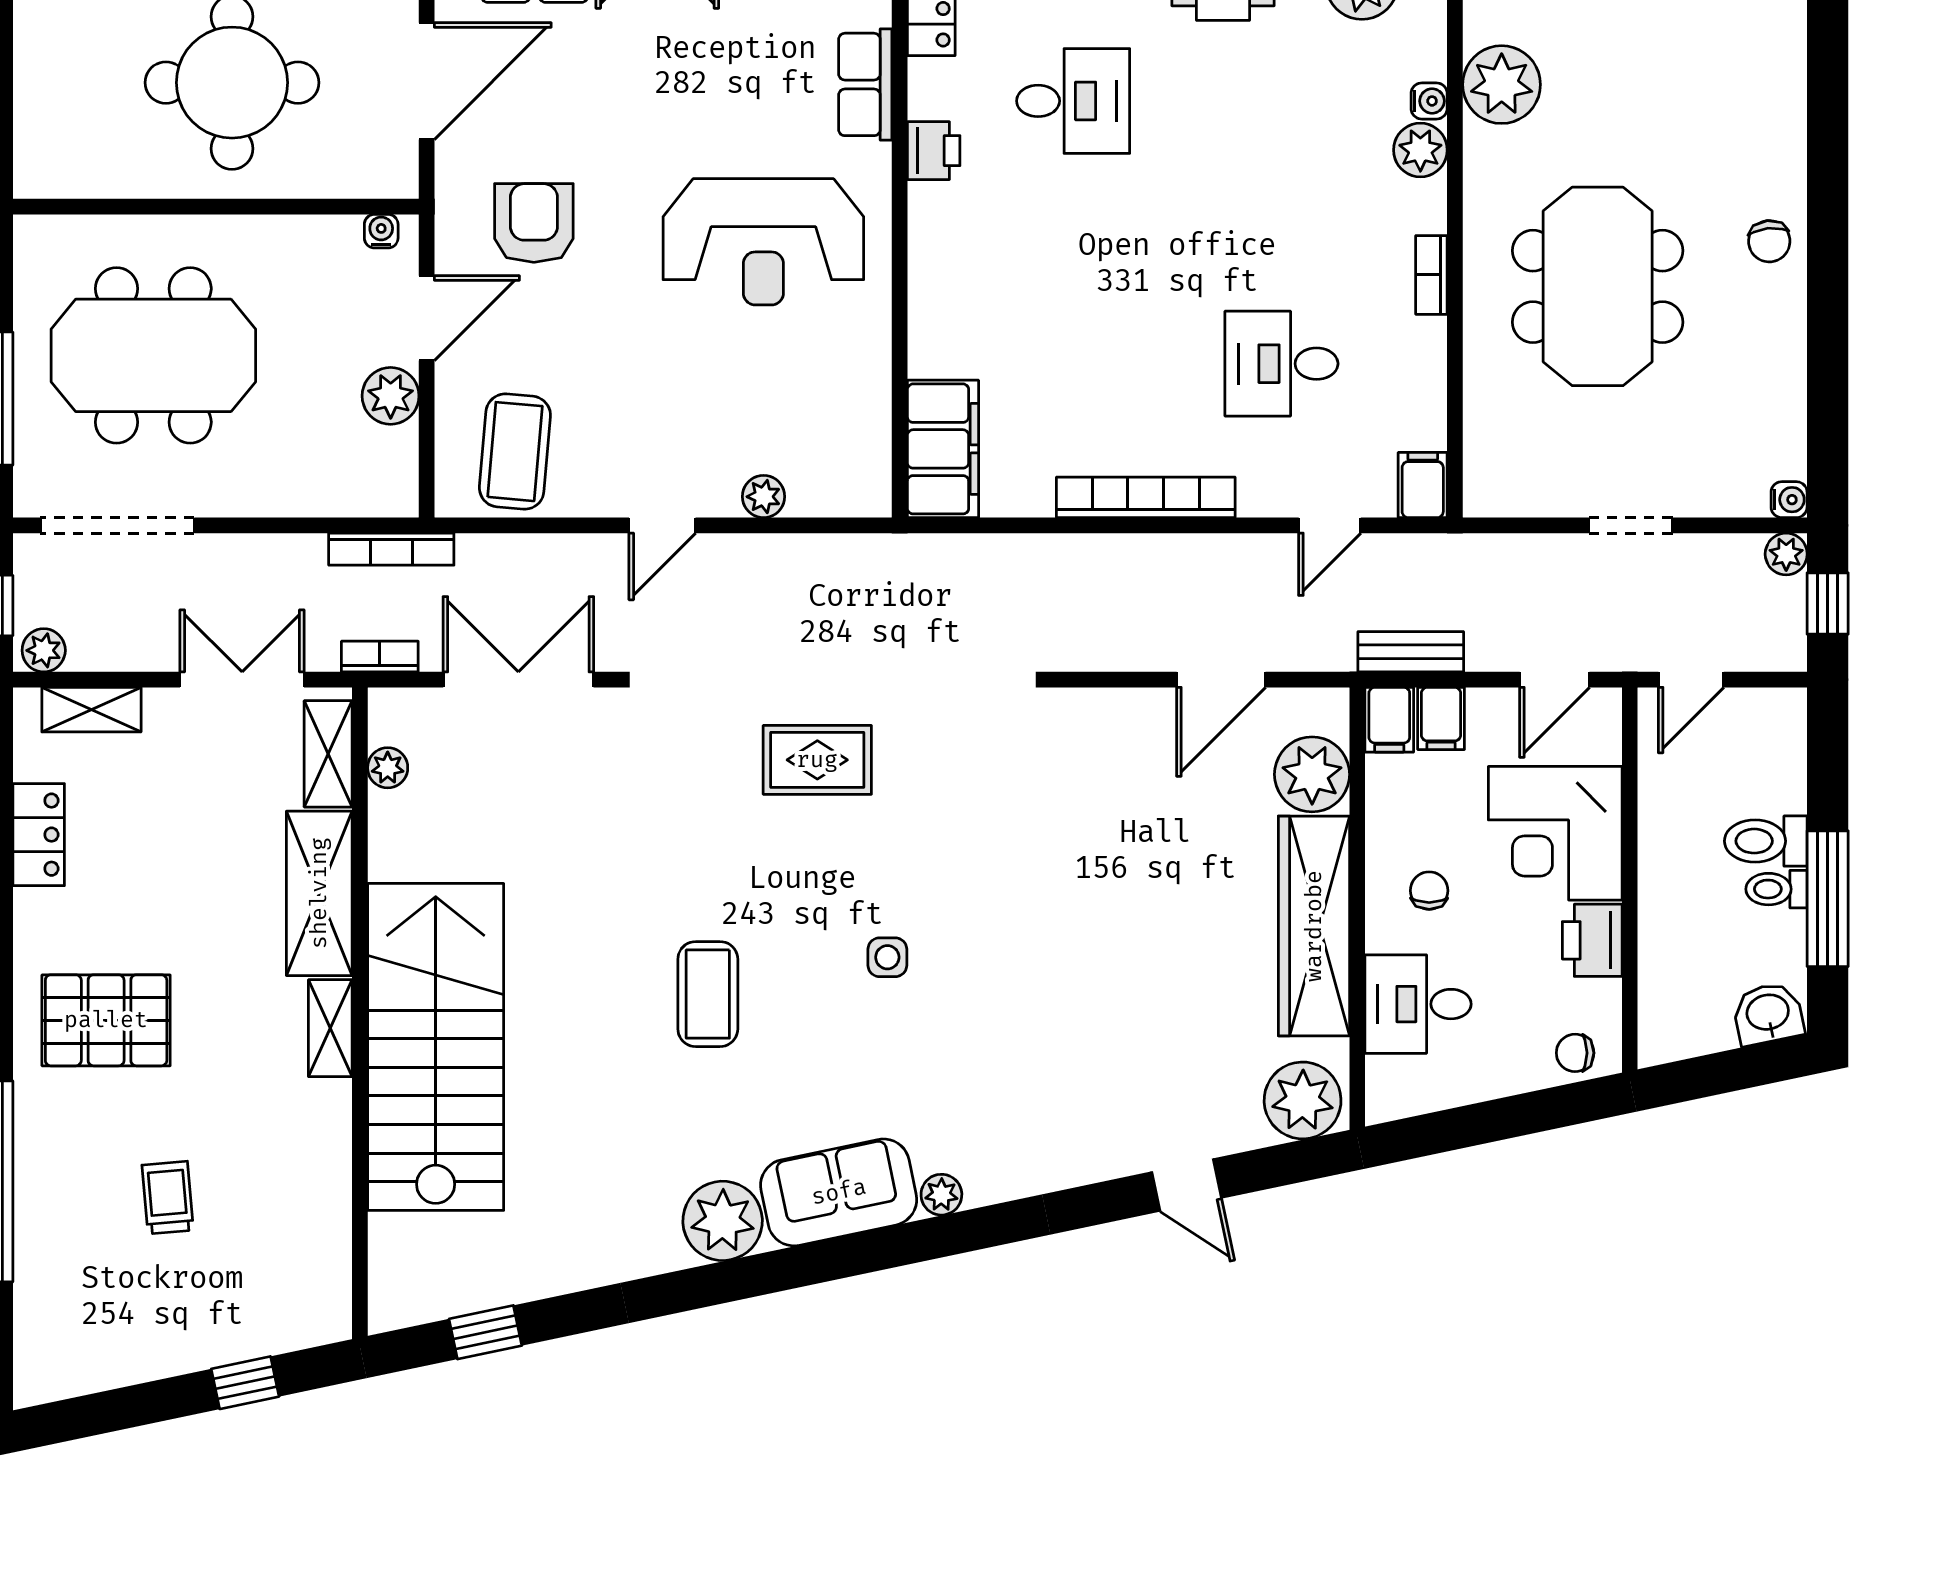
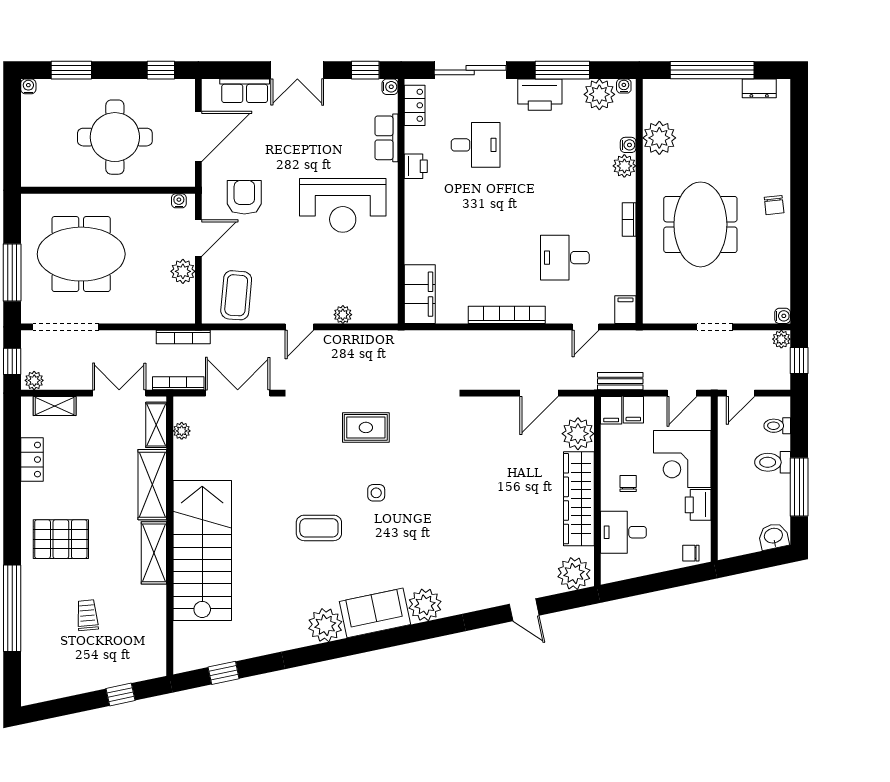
bookcase: (380, 657) -> (178, 383), width x1.56
toilet: (1776, 889) -> (777, 426), moved
side table: (887, 957) -> (376, 493), moved
coffee table: (708, 994) -> (319, 528), turned 90
shelving: (330, 1028) -> (154, 553), width x1.50, depth x1.33
plant: (941, 1195) -> (425, 605), width x1.88, depth x1.88

